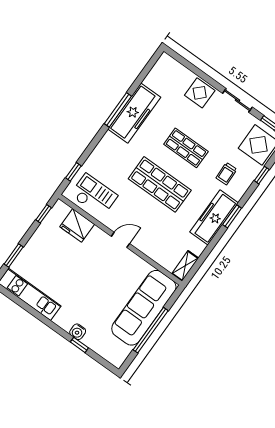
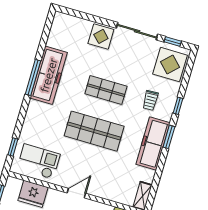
sliding door: (237, 100) -> (137, 31), width x1.37
window: (262, 175) -> (178, 106), moved

